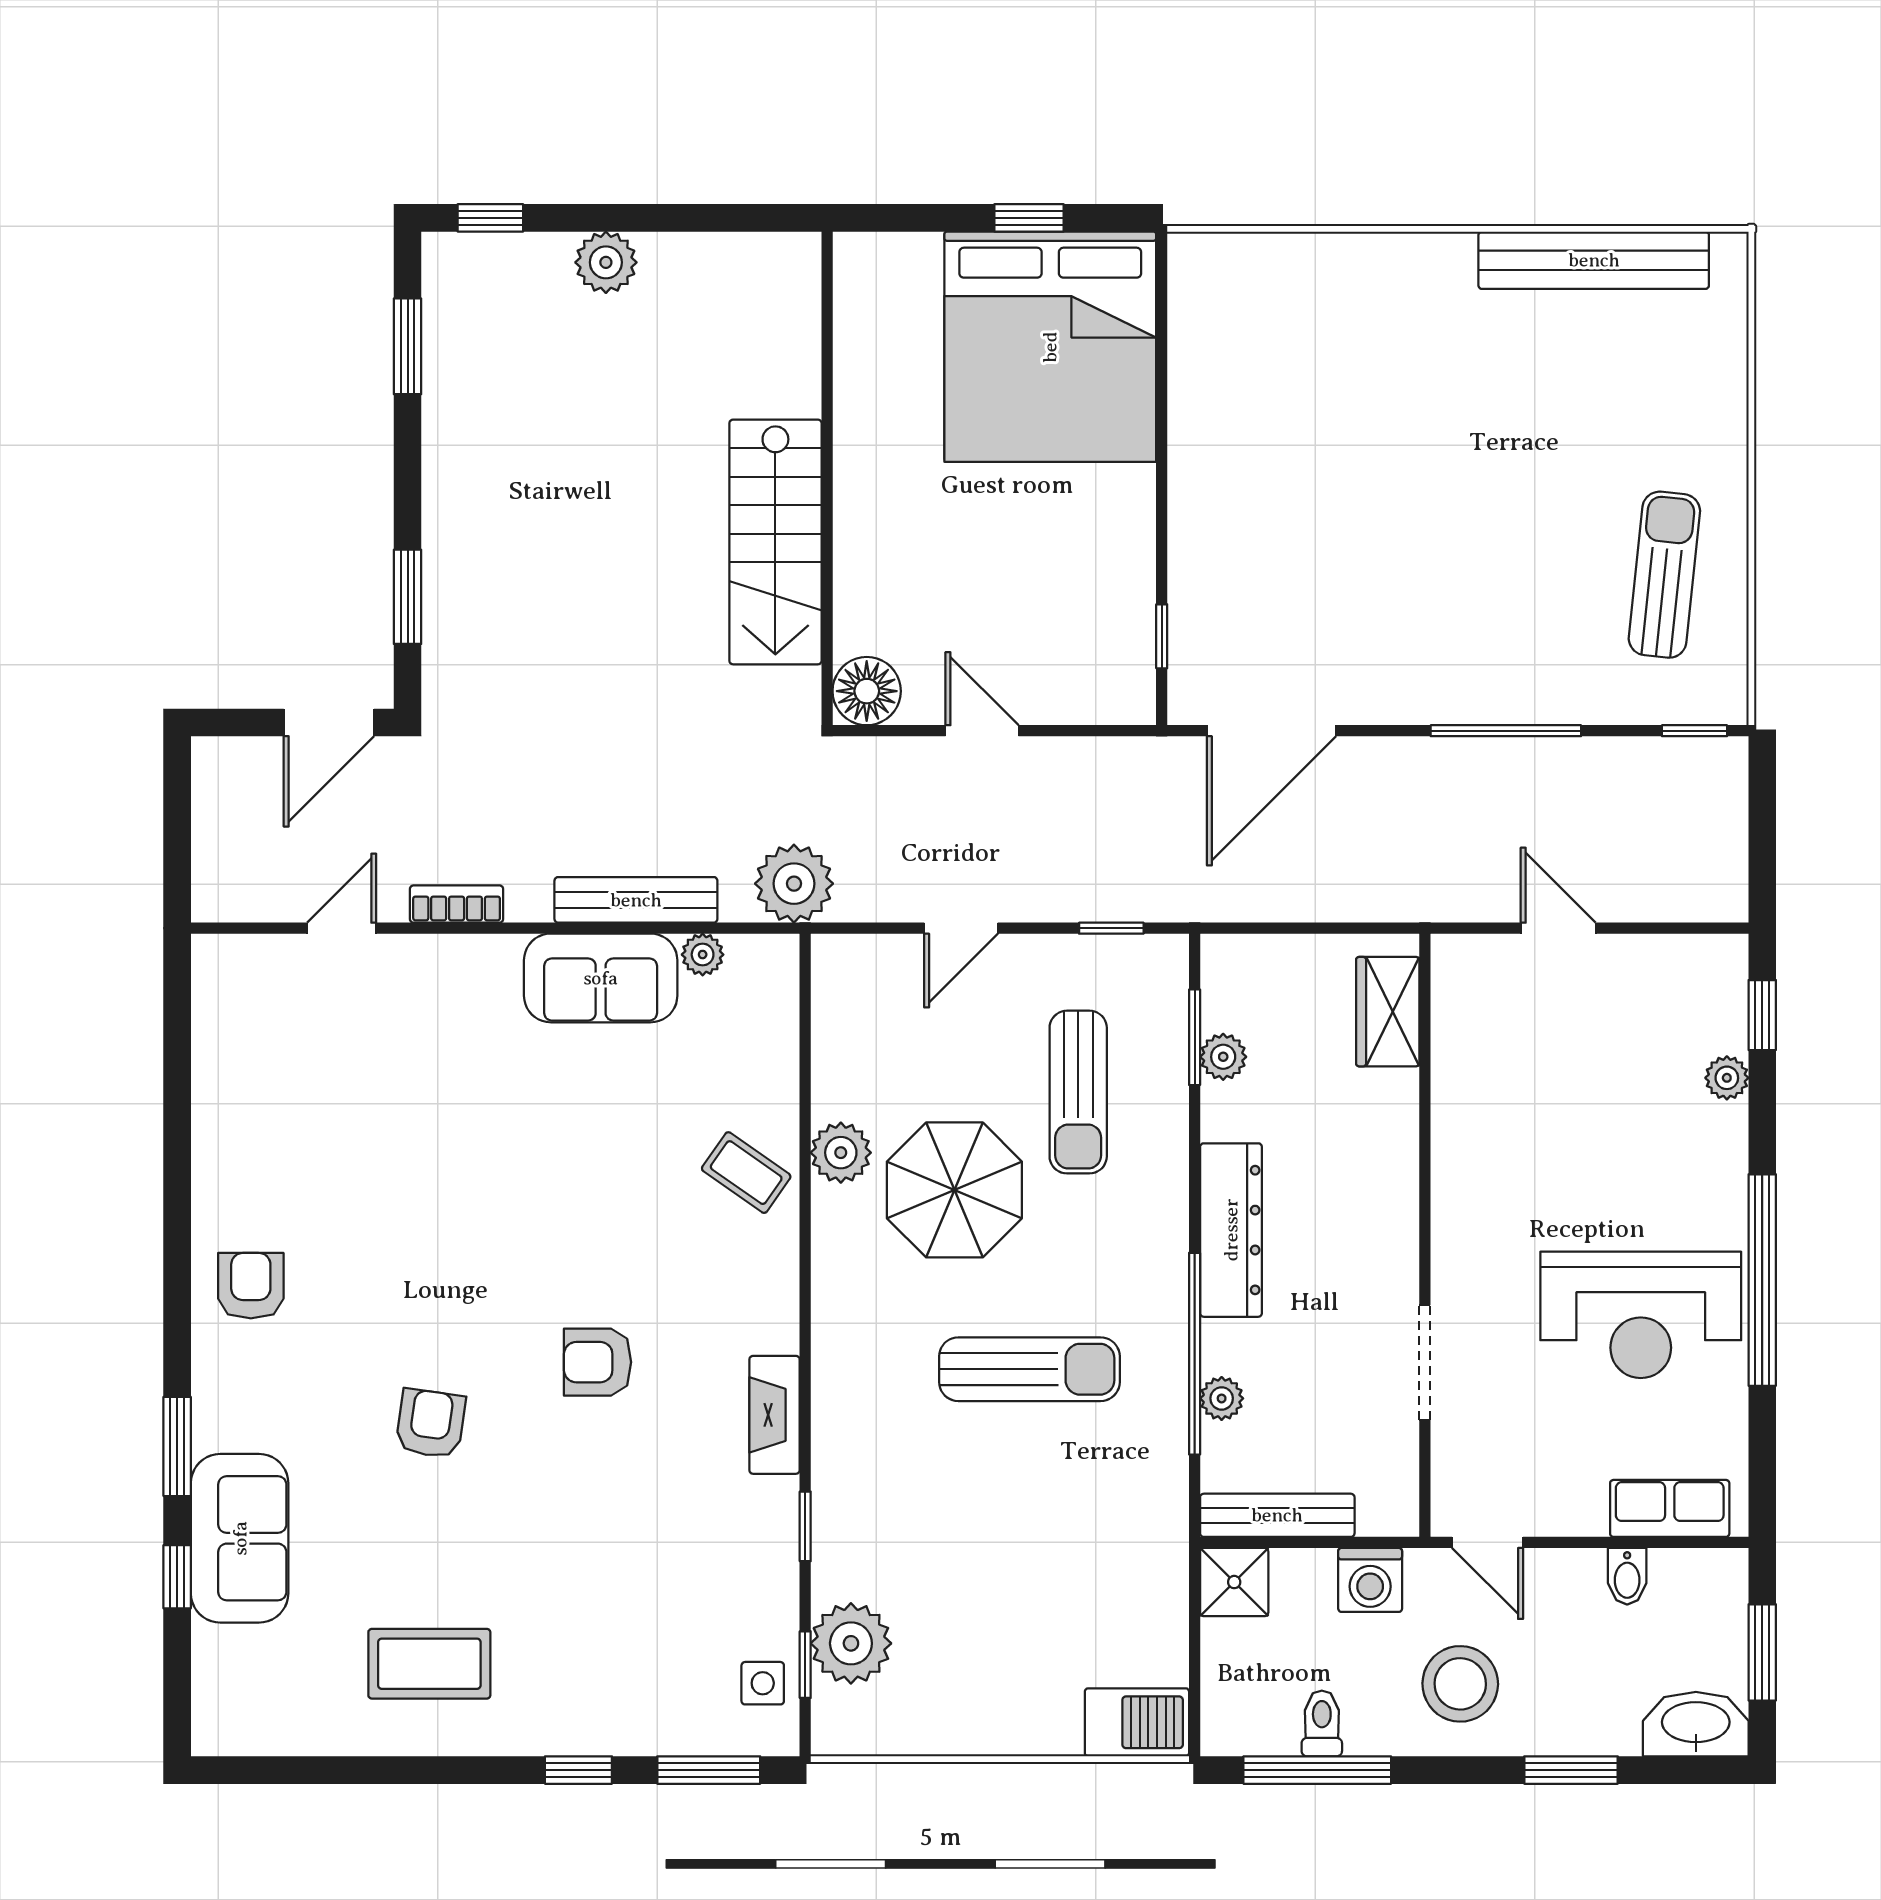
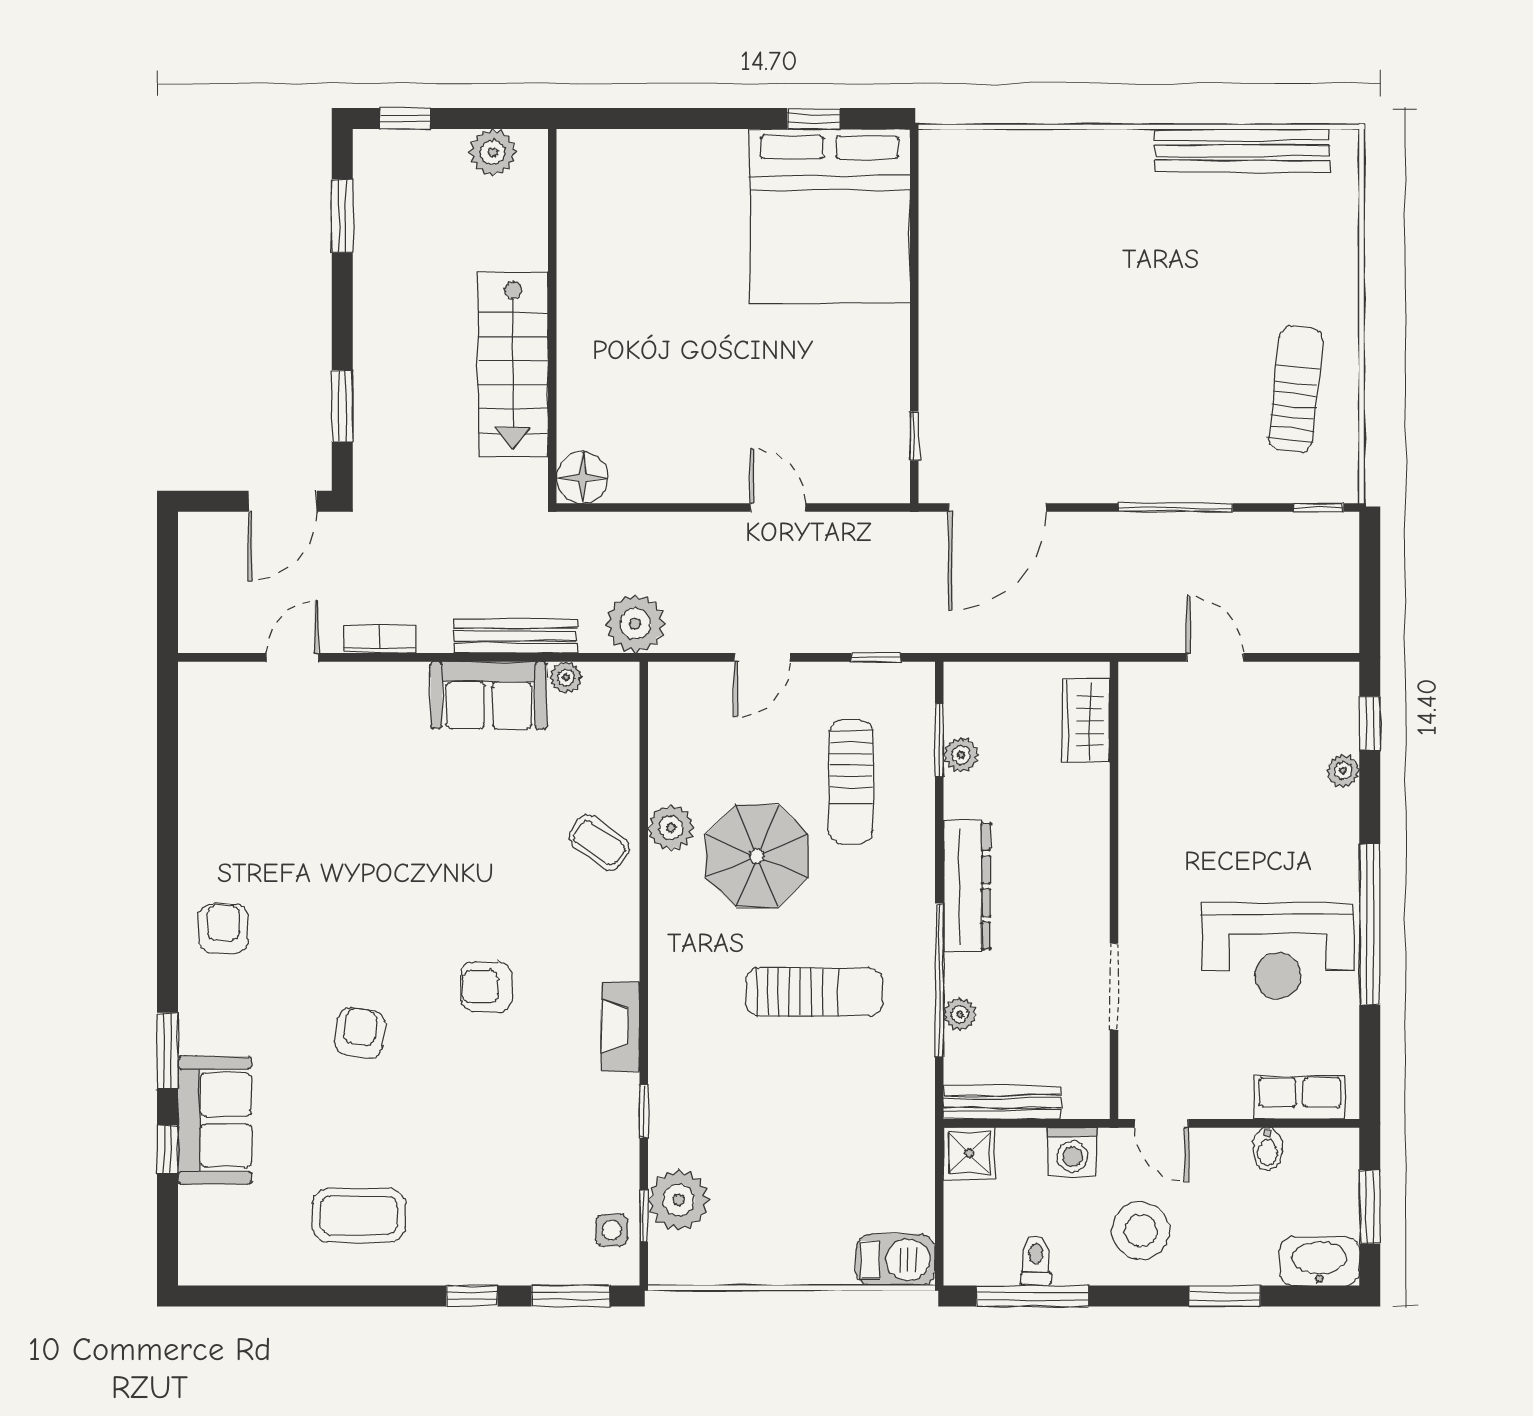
wall: (827, 478) -> (552, 316), moved
stairs: (775, 542) -> (513, 364), moved
floor lamp: (867, 691) -> (582, 478), moved

